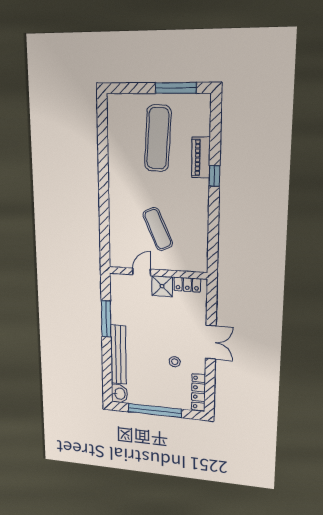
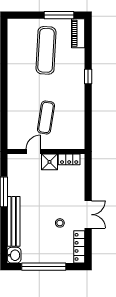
piano: (201, 158) -> (78, 33), moved
exercise mat: (158, 229) -> (46, 117), turned 33
double door: (211, 342) -> (88, 215), moved

